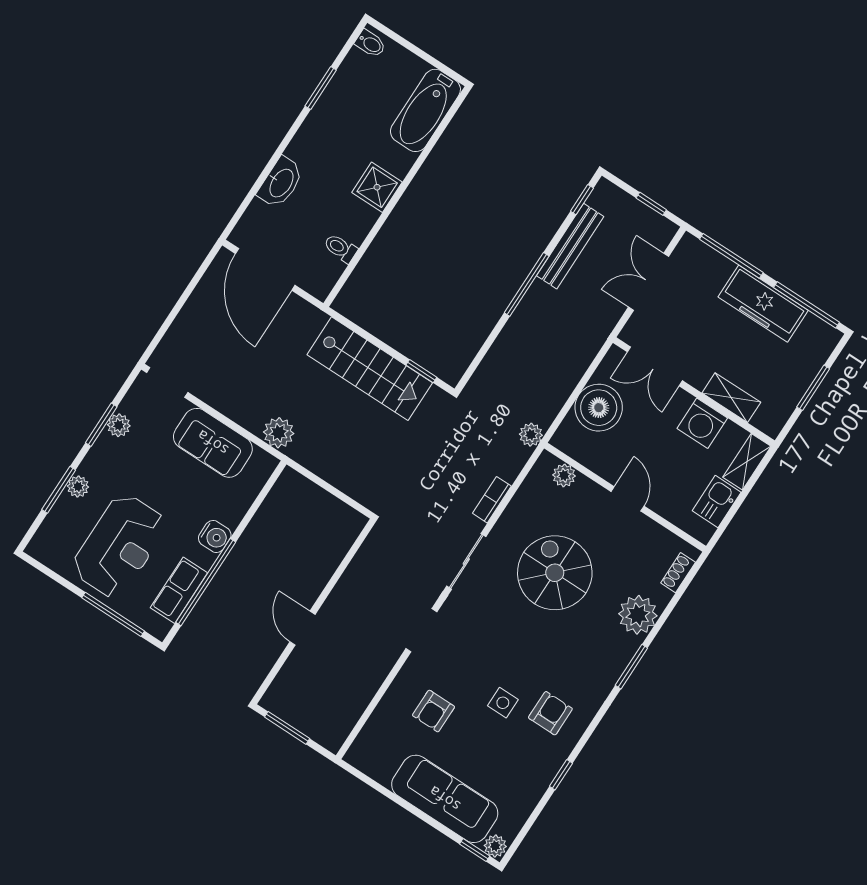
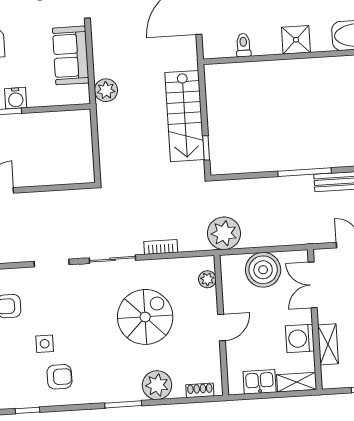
plant: (531, 435) -> (224, 233), width x1.87, depth x1.87

